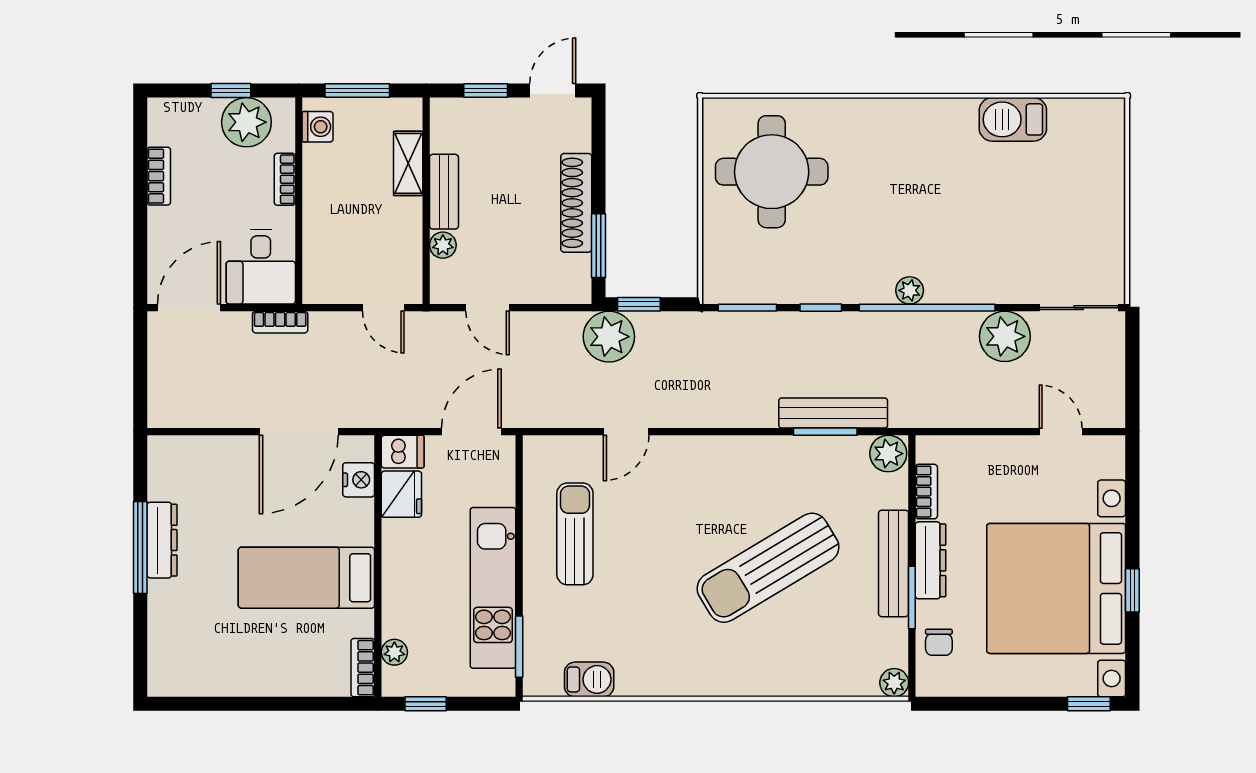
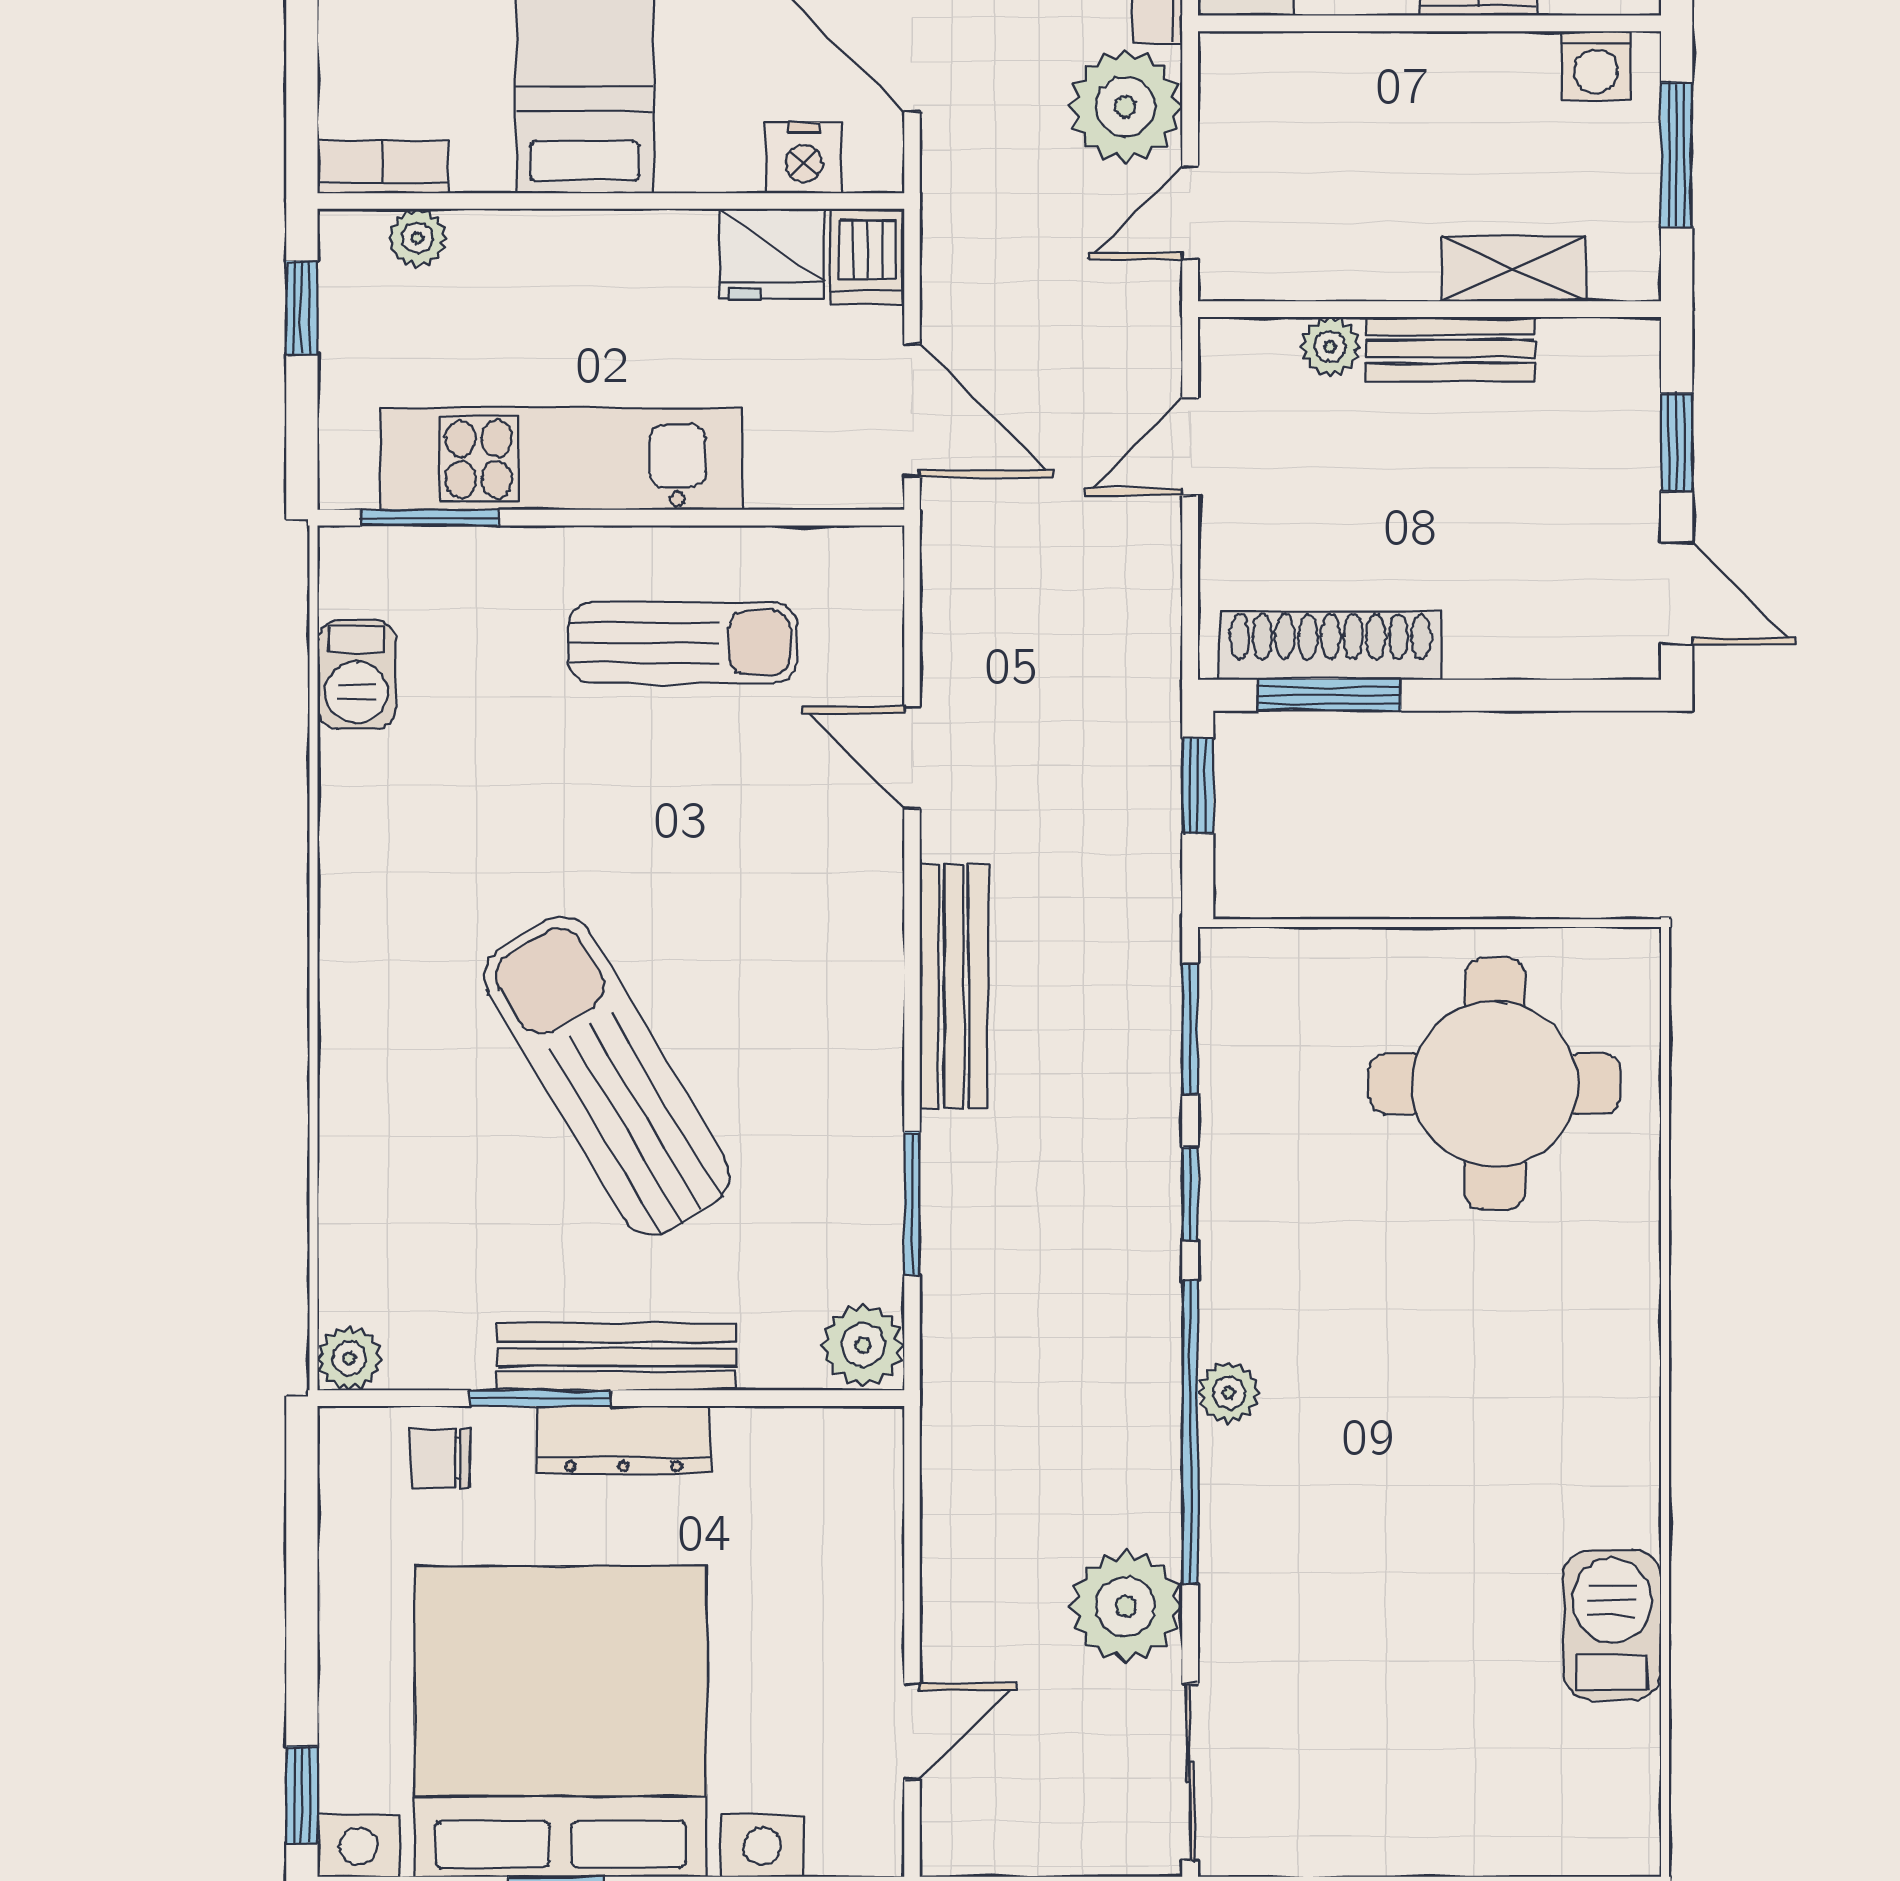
shoe rack: (576, 203) -> (1330, 646), moved
plant: (609, 337) -> (1125, 107), moved
bench: (833, 413) -> (954, 986), moved
bookcase: (926, 492) -> (778, 1430), removed

